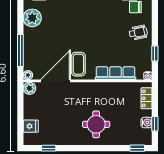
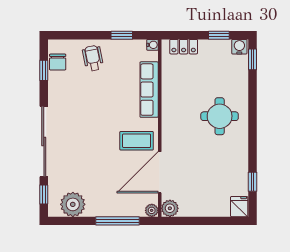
door: (55, 81) -> (160, 172), hinge flipped
water cooler: (146, 123) -> (239, 47), moved
fridge: (31, 126) -> (239, 207), moved

